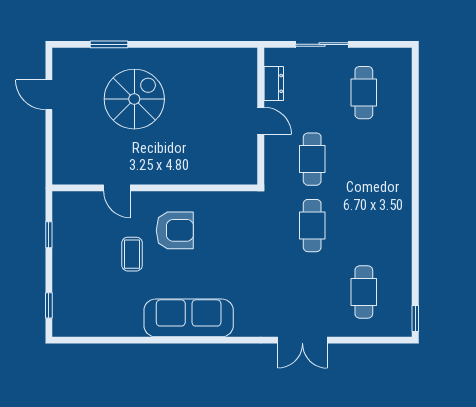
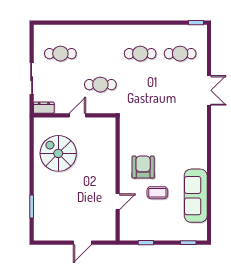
dresser: (274, 83) -> (44, 108), moved
door: (49, 95) -> (82, 243), moved
spiral stairs: (134, 99) -> (58, 153), moved
cafe table: (312, 226) -> (140, 54), moved
sofa: (189, 318) -> (196, 196), moved

